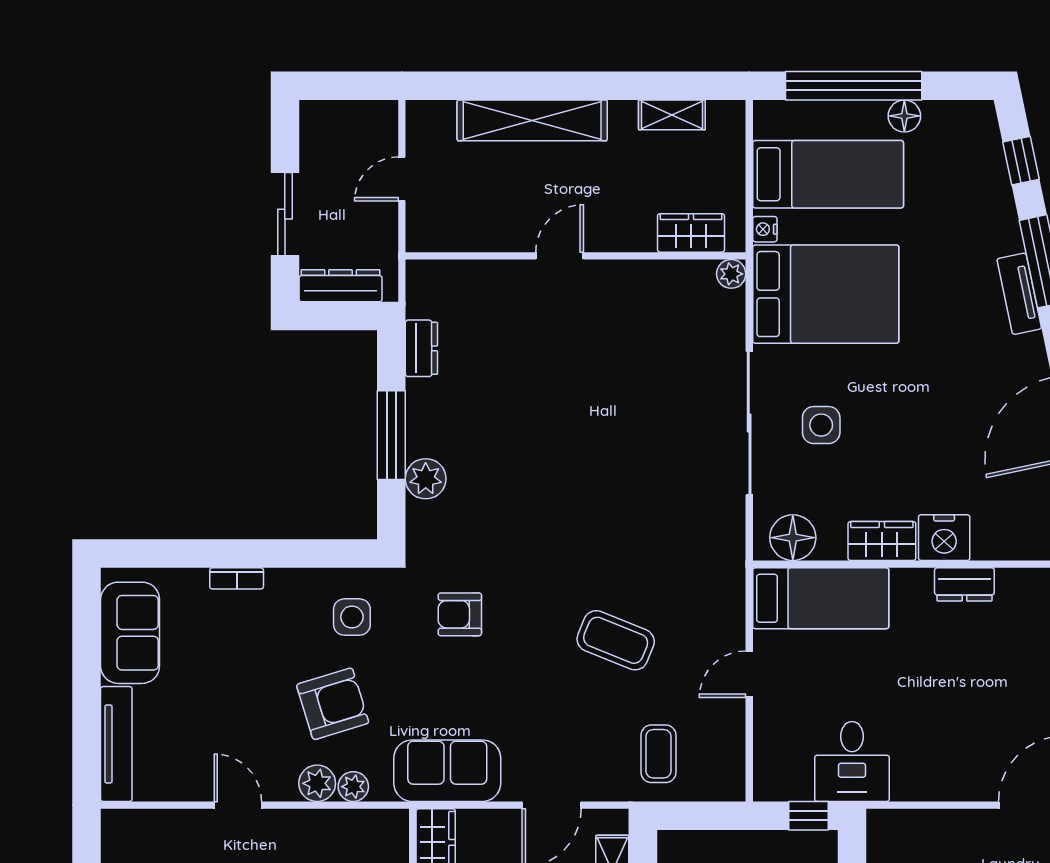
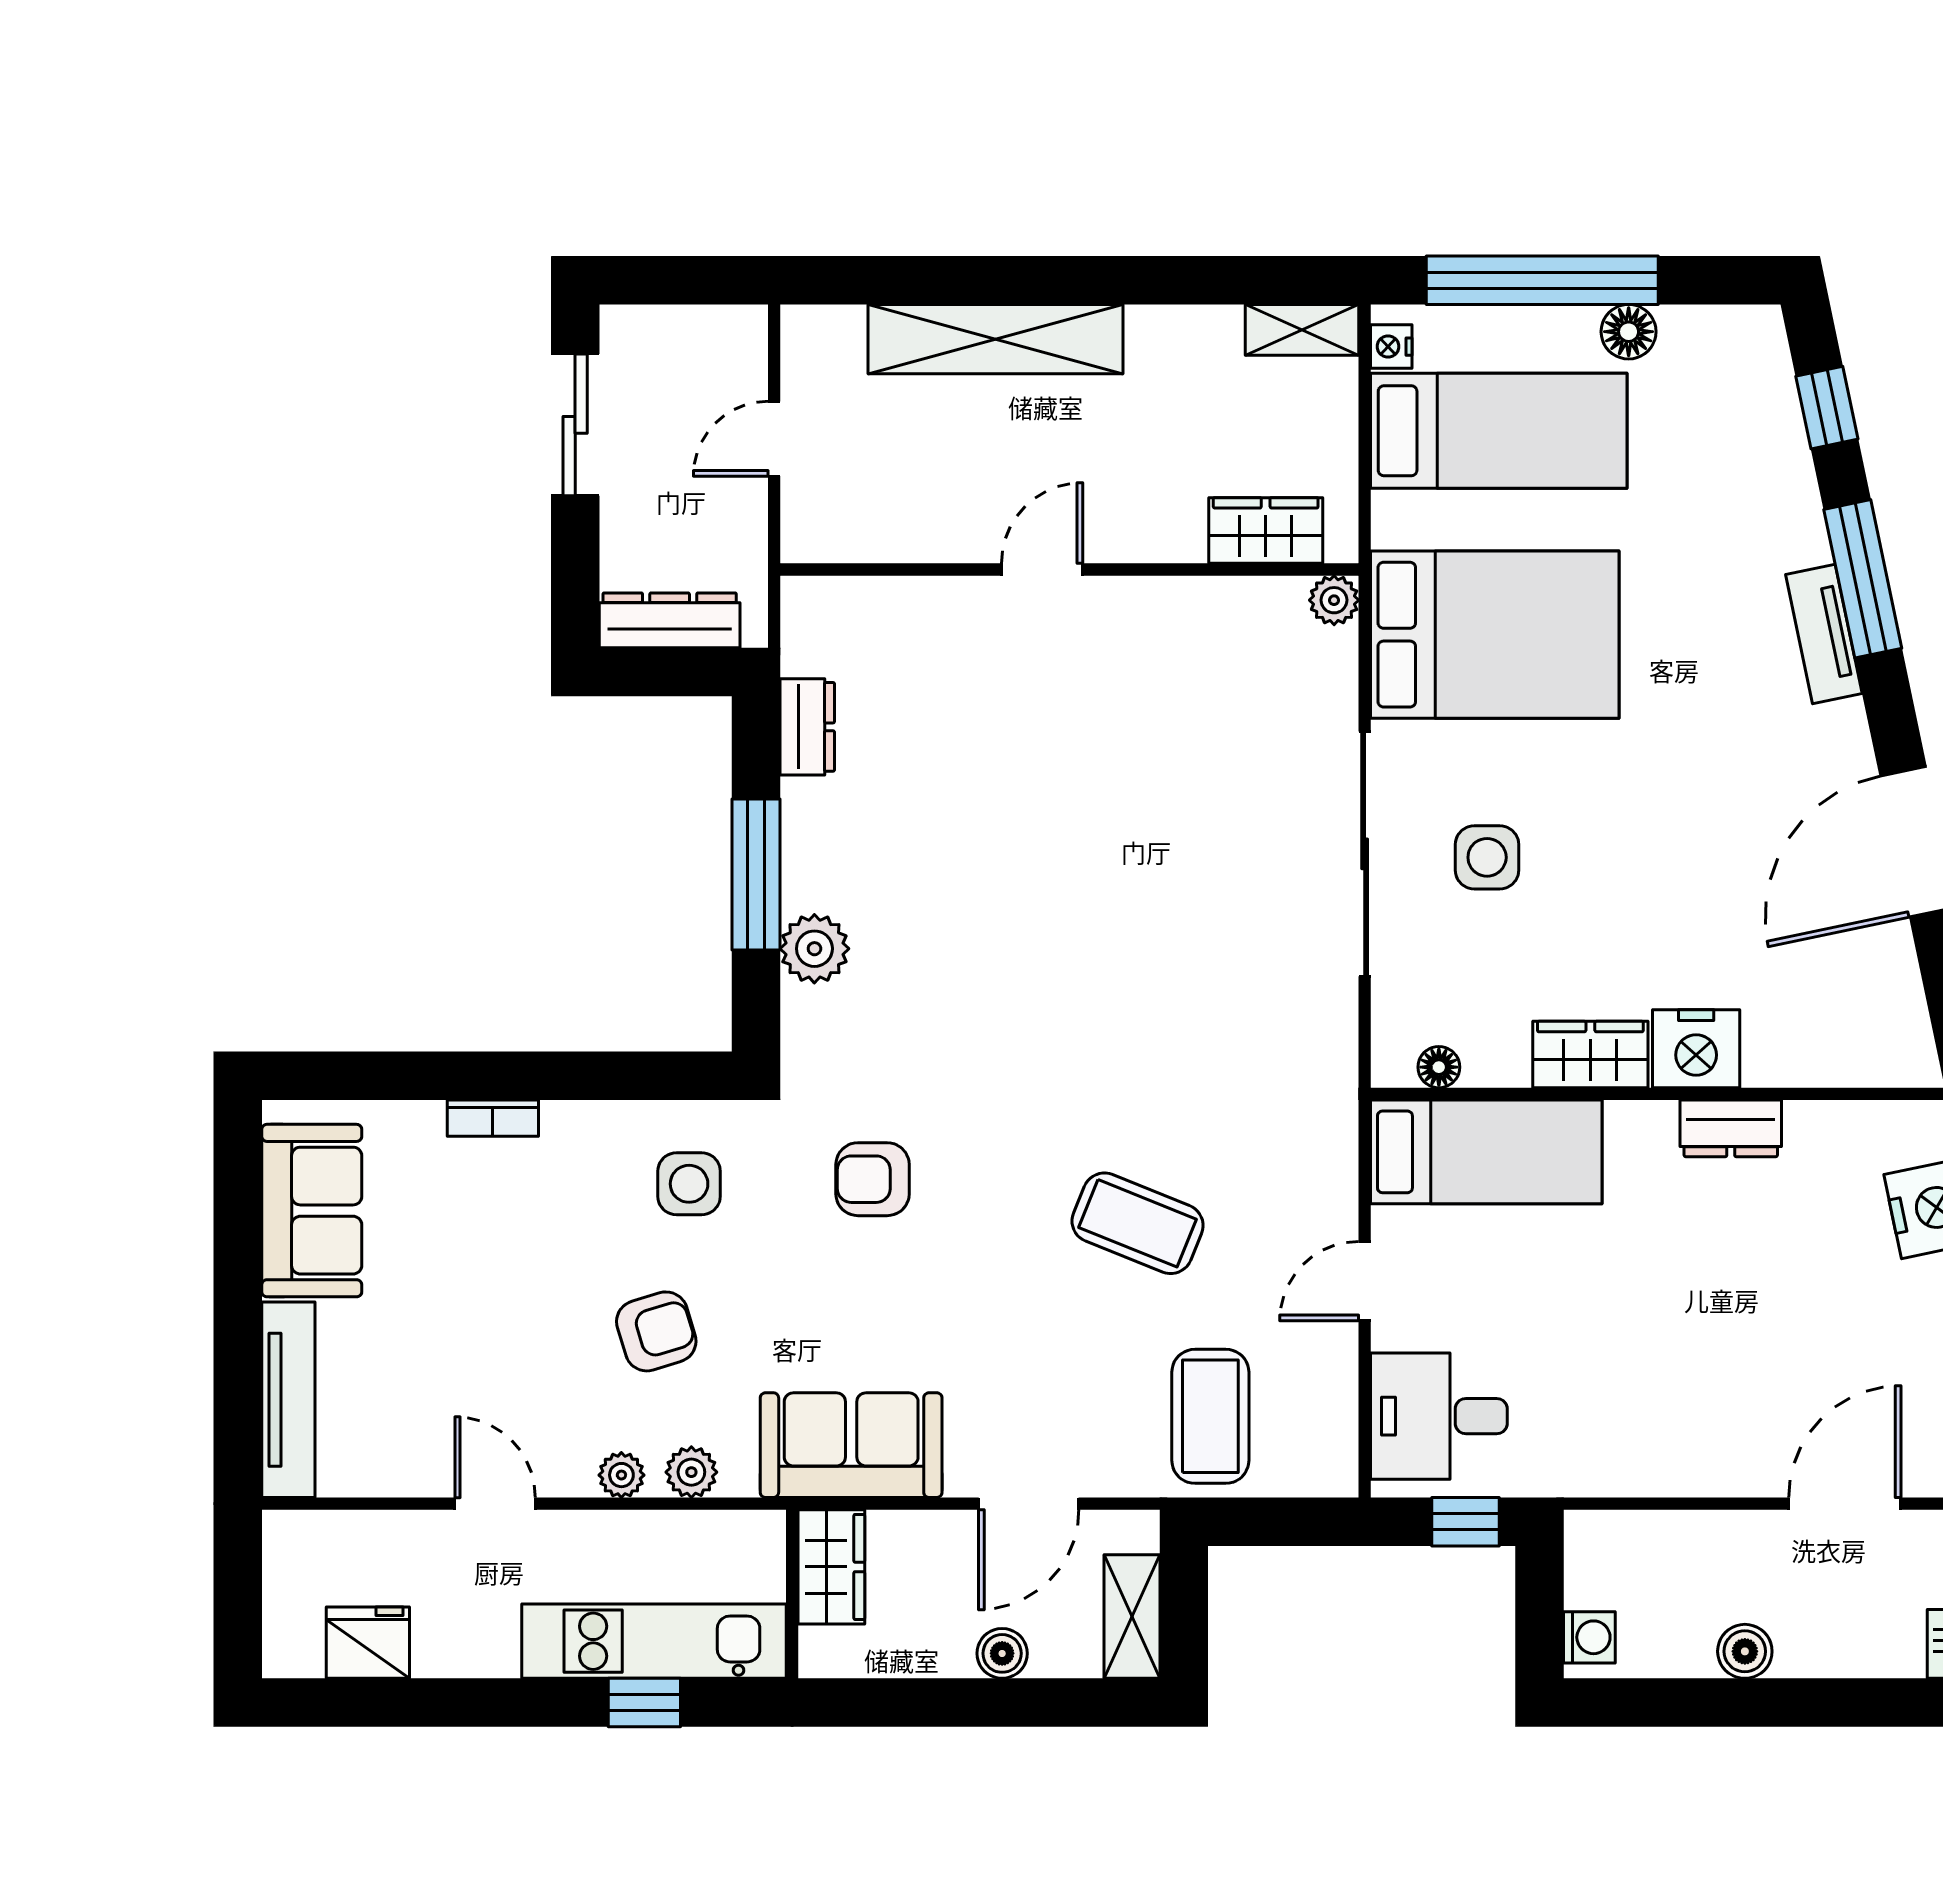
shelving: (672, 115) -> (1302, 330), moved
sliding door: (285, 214) -> (575, 425), moved
nightstand: (765, 229) -> (1391, 347), moved
floor lamp: (793, 538) -> (1439, 1067), width x0.53, depth x0.53
armchair: (333, 704) -> (656, 1331), width x0.72, depth x0.72
coffee table: (658, 754) -> (1210, 1416), width x1.36, depth x1.30
desk: (852, 761) -> (1439, 1416), moved, turned 90
plant: (317, 783) -> (621, 1475), width x0.73, depth x0.73

